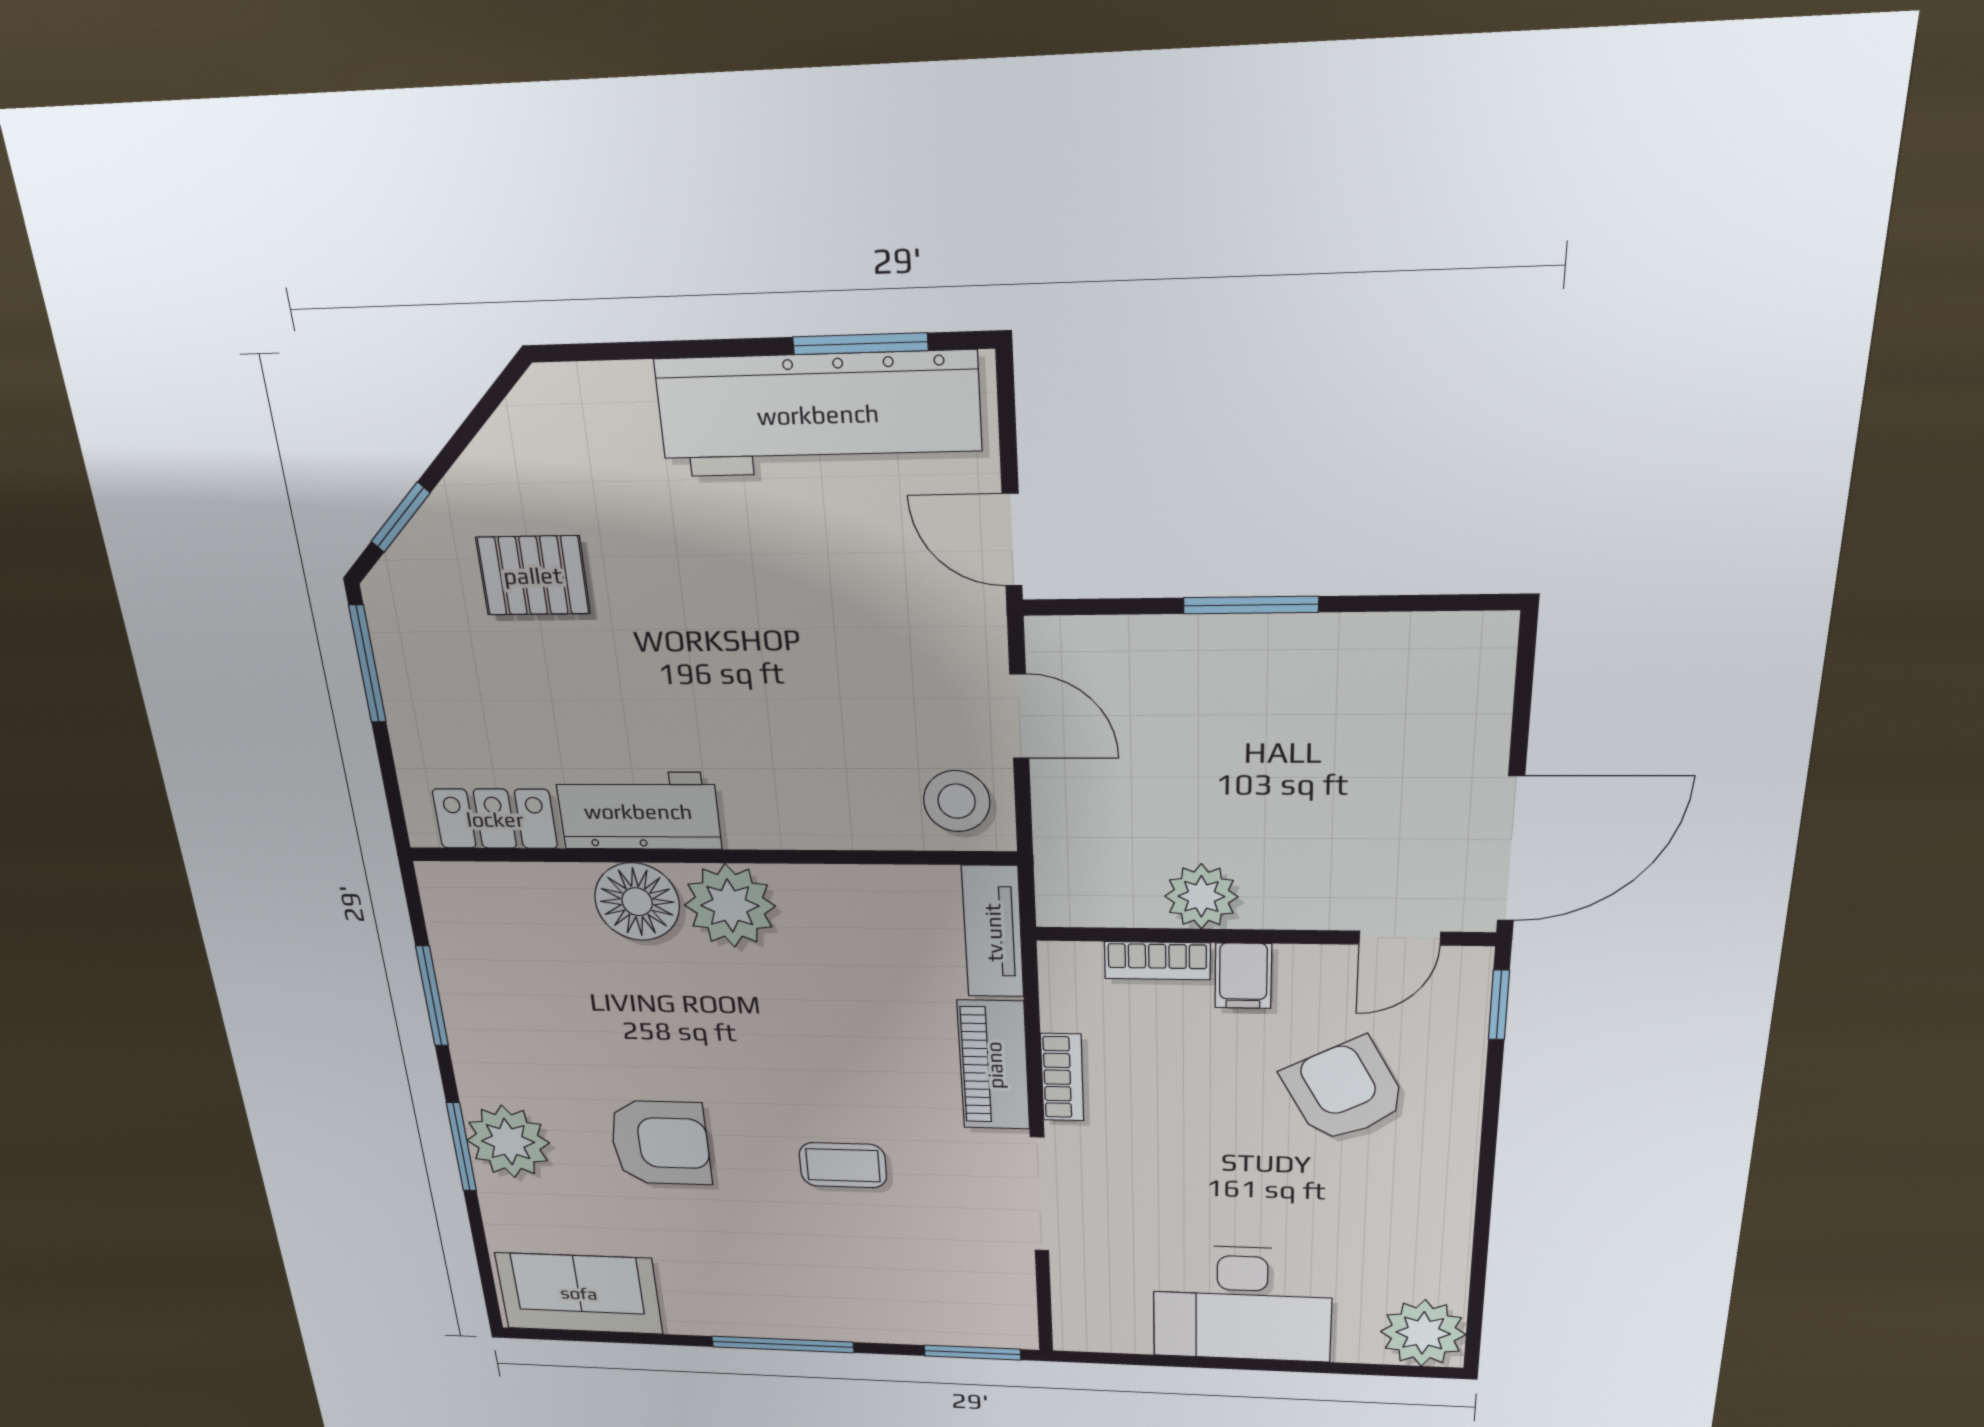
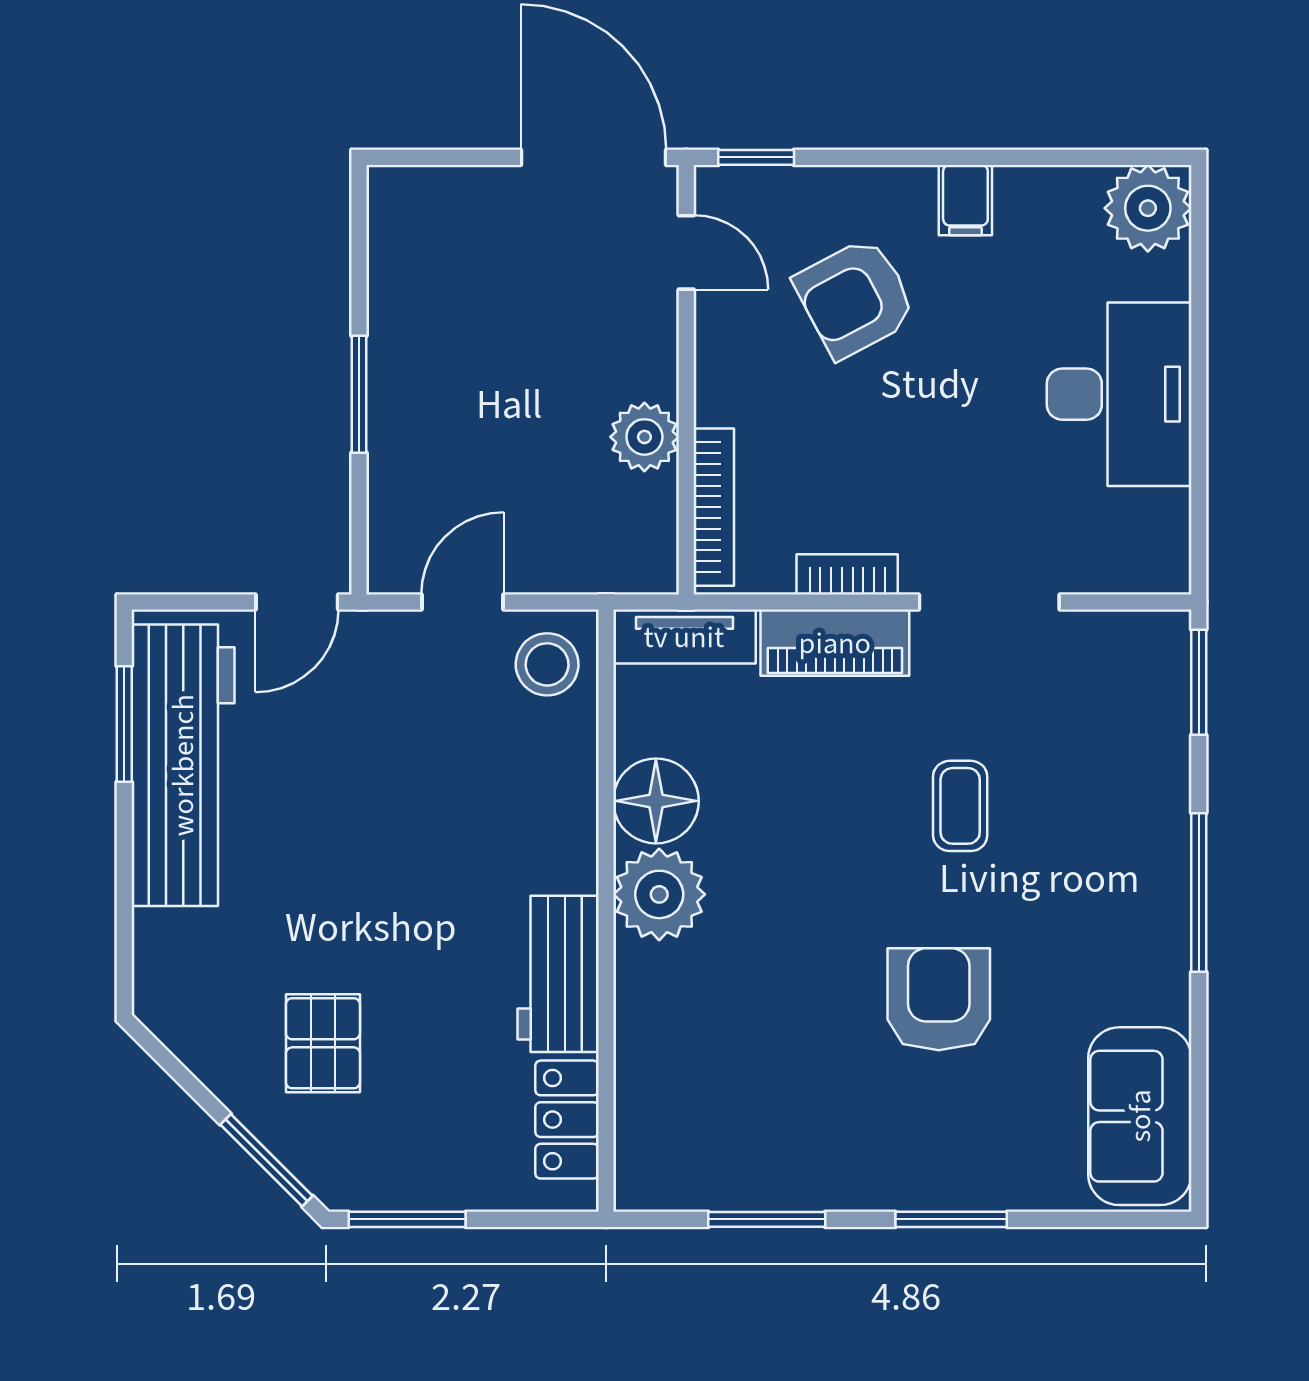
window: (401, 517) -> (266, 1160), width x1.50
floor lamp: (637, 902) -> (656, 801), moved
bookcase: (1157, 961) -> (714, 507), width x1.56
filing cabinet: (1243, 976) -> (965, 200), moved, turned 90
plant: (508, 1142) -> (943, 1166), removed

